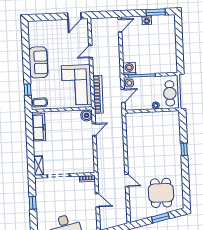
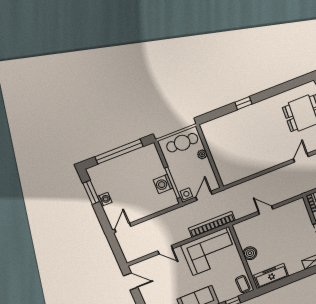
door: (120, 26) -> (123, 228), hinge flipped
window: (179, 44) -> (119, 152), added
washing machine: (129, 69) -> (163, 184), moved
door: (123, 96) -> (204, 196), hinge flipped
boiler: (87, 115) -> (250, 253), moved
door: (94, 130) -> (266, 210), moved

